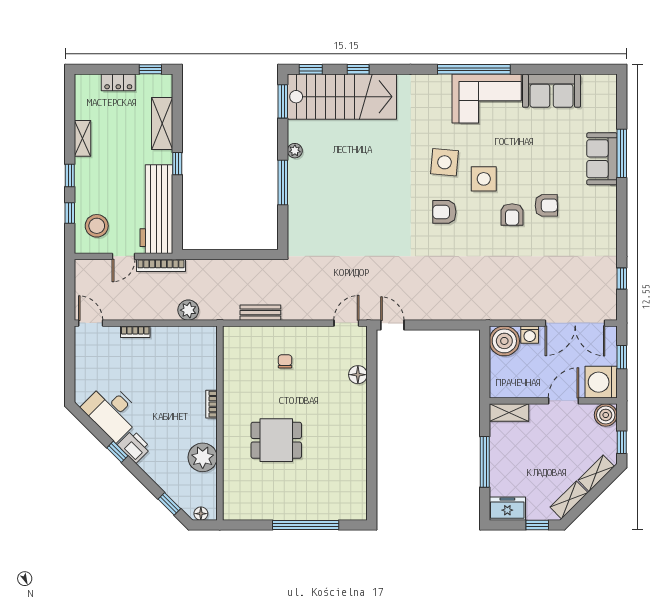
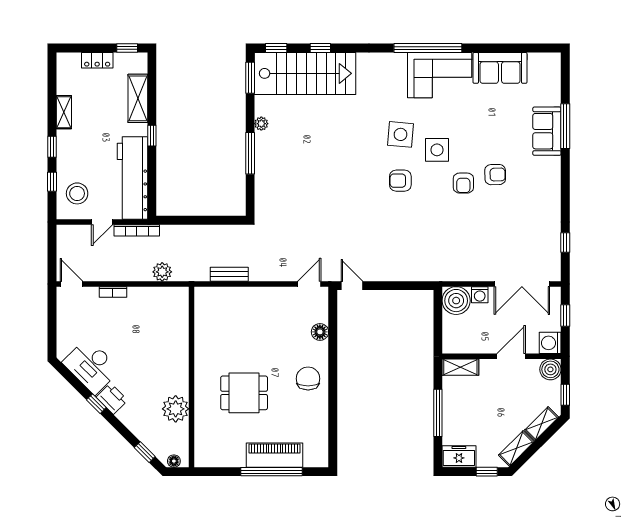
chair: (285, 361) -> (308, 379), moved, width x1.87, depth x1.87
washing machine: (601, 382) -> (550, 343), width x0.73, depth x0.73
bookcase: (211, 404) -> (184, 359), removed
piano: (309, 507) -> (274, 455), added

